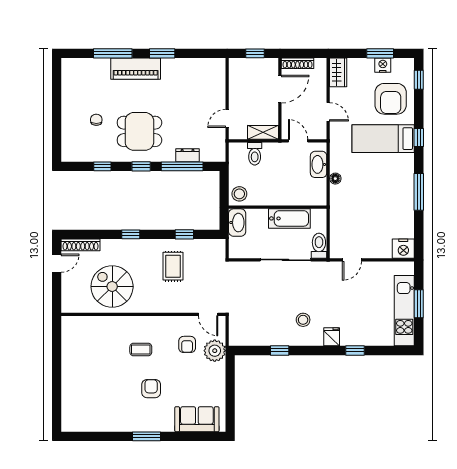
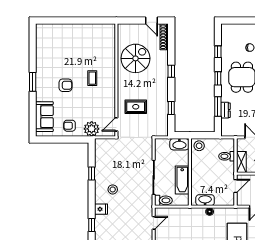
washbasin: (319, 164) -> (205, 200), moved
window: (182, 166) -> (218, 107), width x0.69
door: (352, 260) -> (154, 223), swing flipped
rug: (173, 266) -> (136, 107), moved
armchair: (187, 344) -> (70, 126), moved

